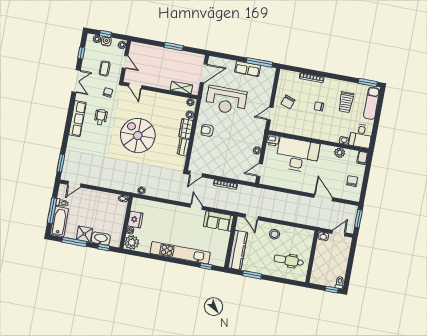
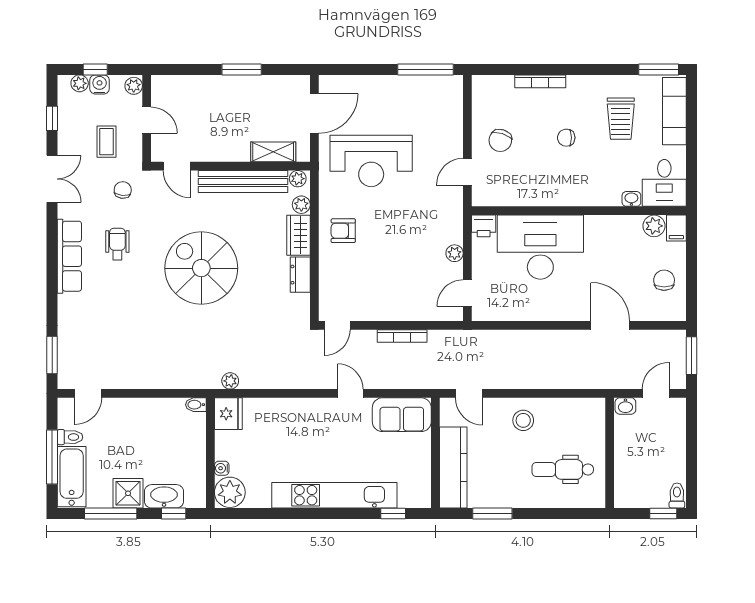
row of seats: (248, 69) -> (404, 87), removed
bench: (165, 99) -> (243, 182), added
plant: (340, 153) -> (654, 226), moved
fridge: (135, 219) -> (228, 414), moved

